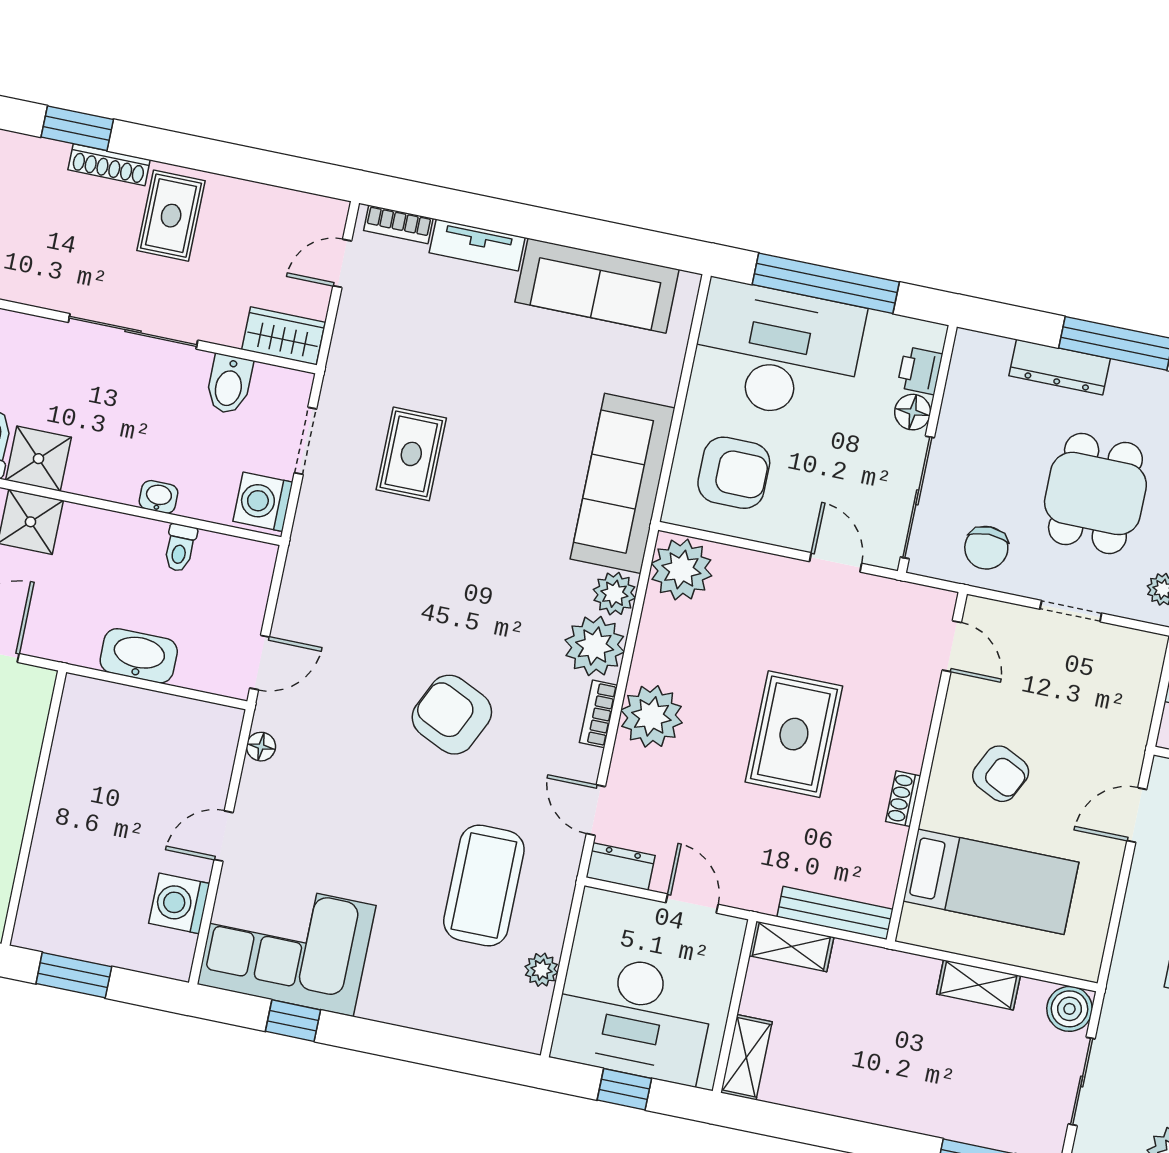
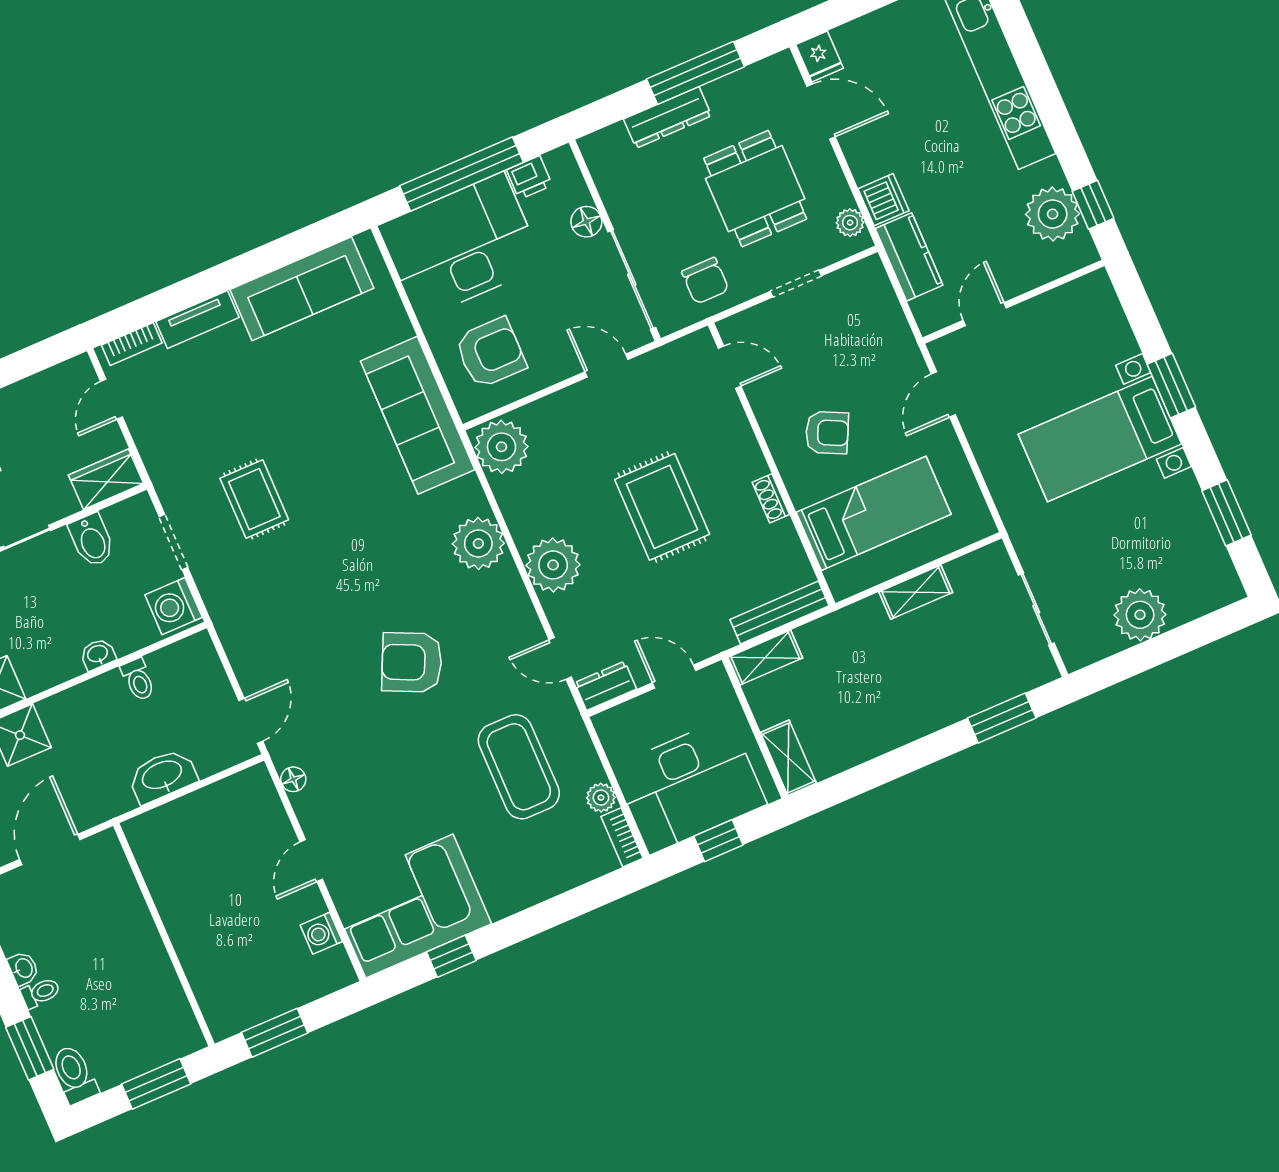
printer: (920, 371) -> (529, 178), moved, turned -90
plant: (614, 594) -> (466, 497), removed
bookcase: (599, 714) -> (622, 837), moved
washing machine: (179, 903) -> (321, 933), width x0.73, depth x0.73
boiler: (1070, 1009) -> (992, 564), removed

